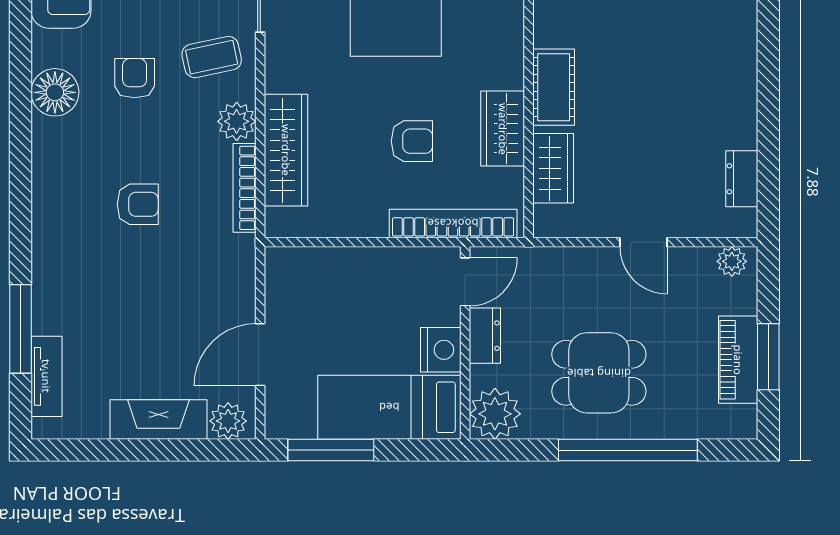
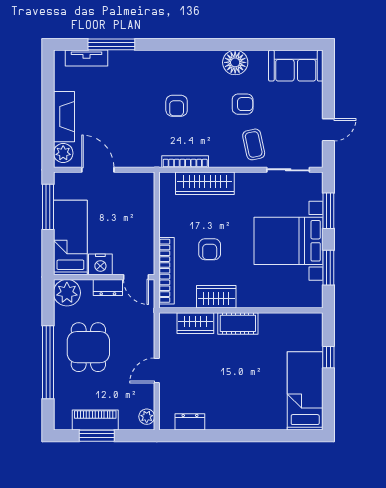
plant: (237, 121) -> (220, 157), removed

